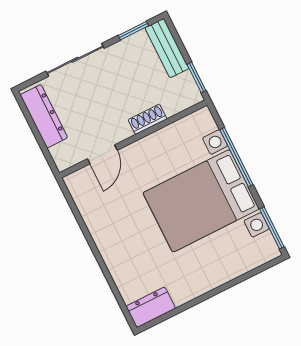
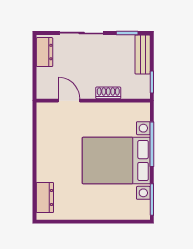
dresser: (44, 116) -> (44, 52), width x0.70
door: (102, 154) -> (69, 101), swing flipped
dresser: (151, 307) -> (45, 198), moved, turned 90

